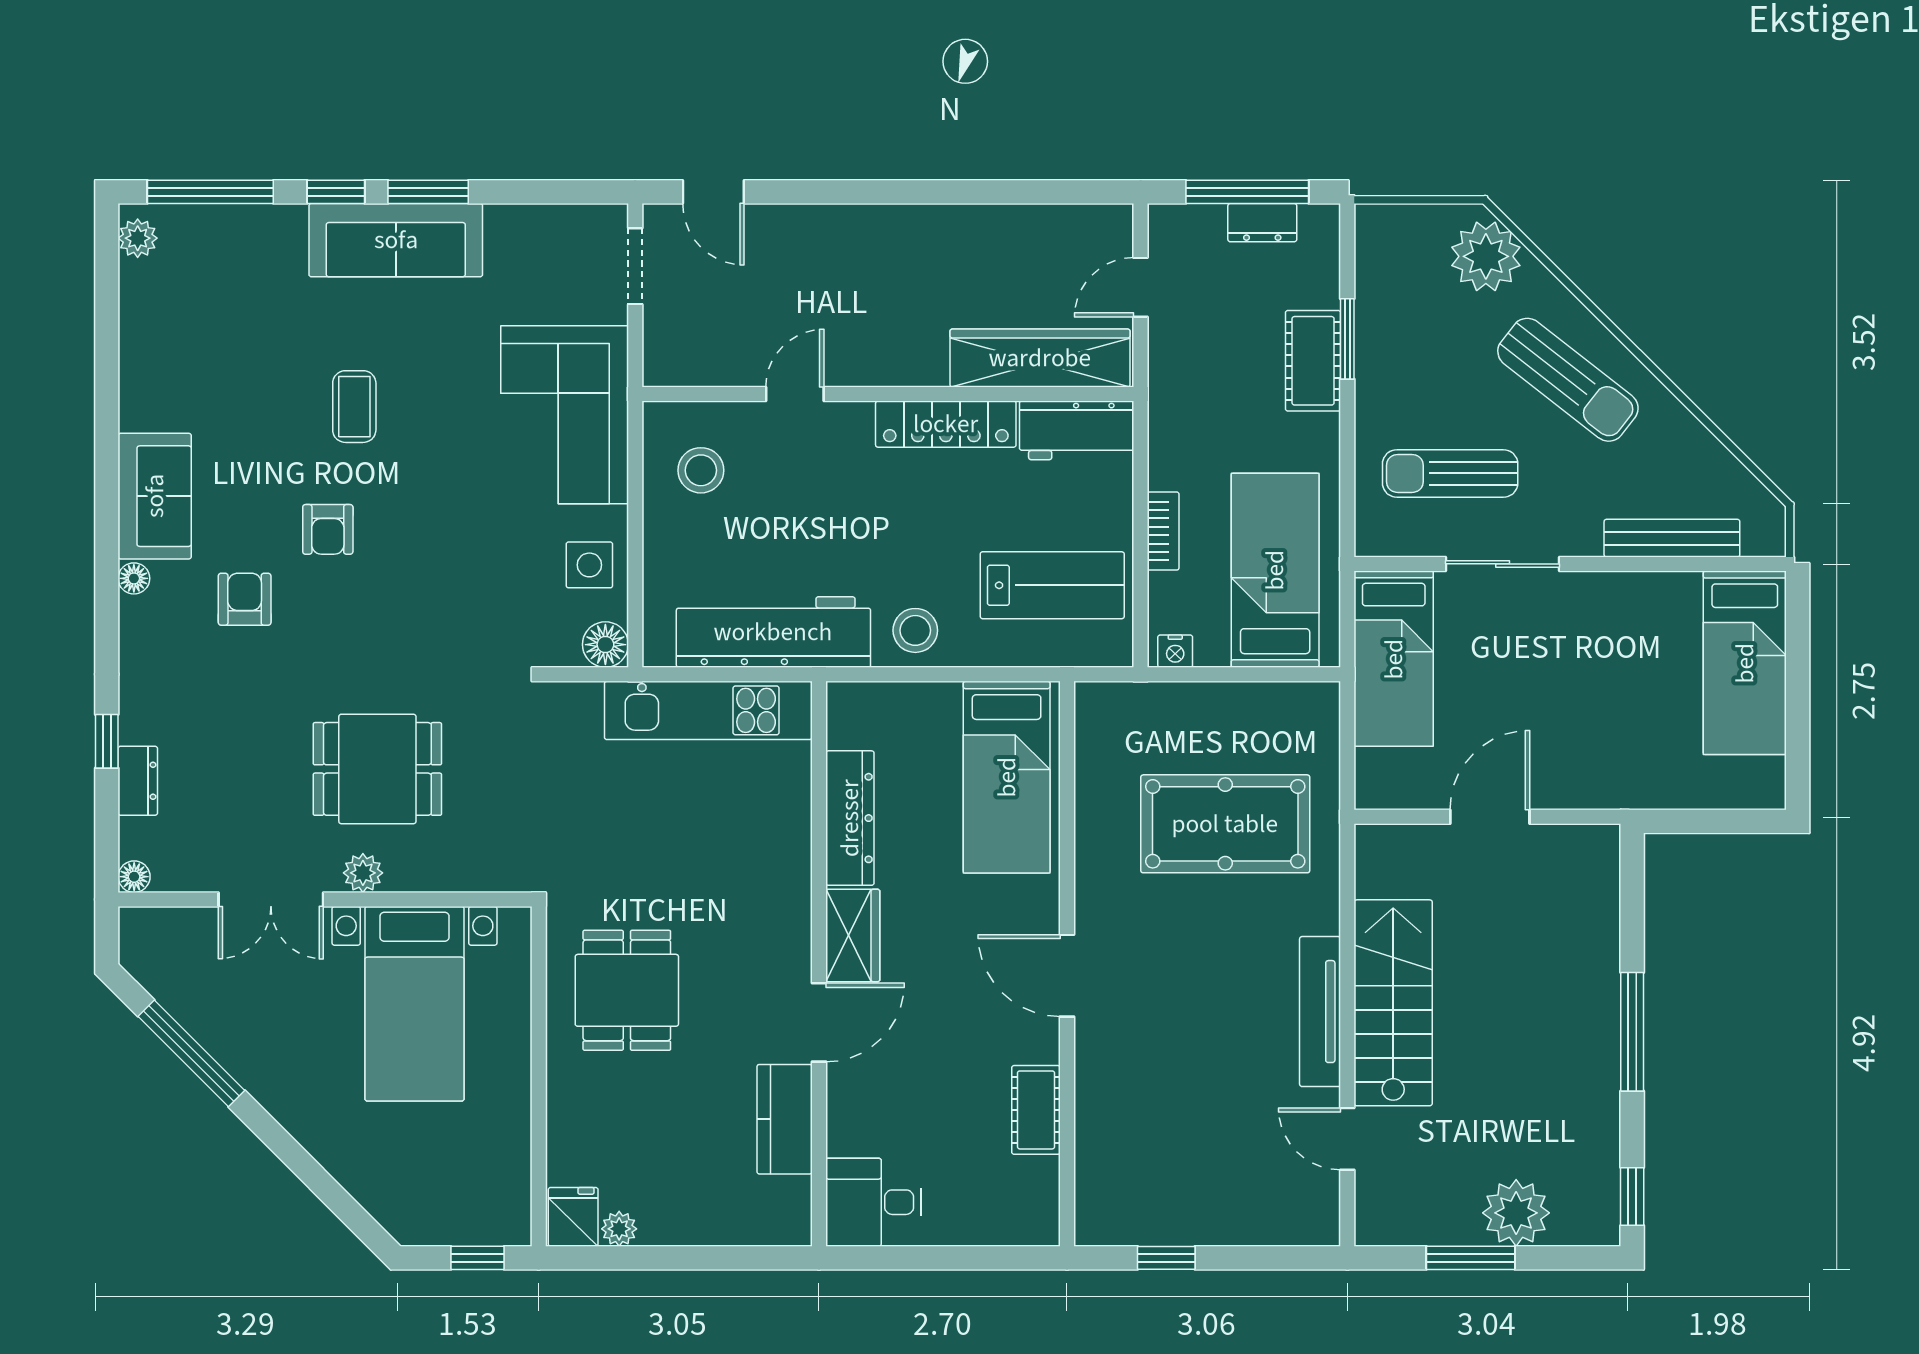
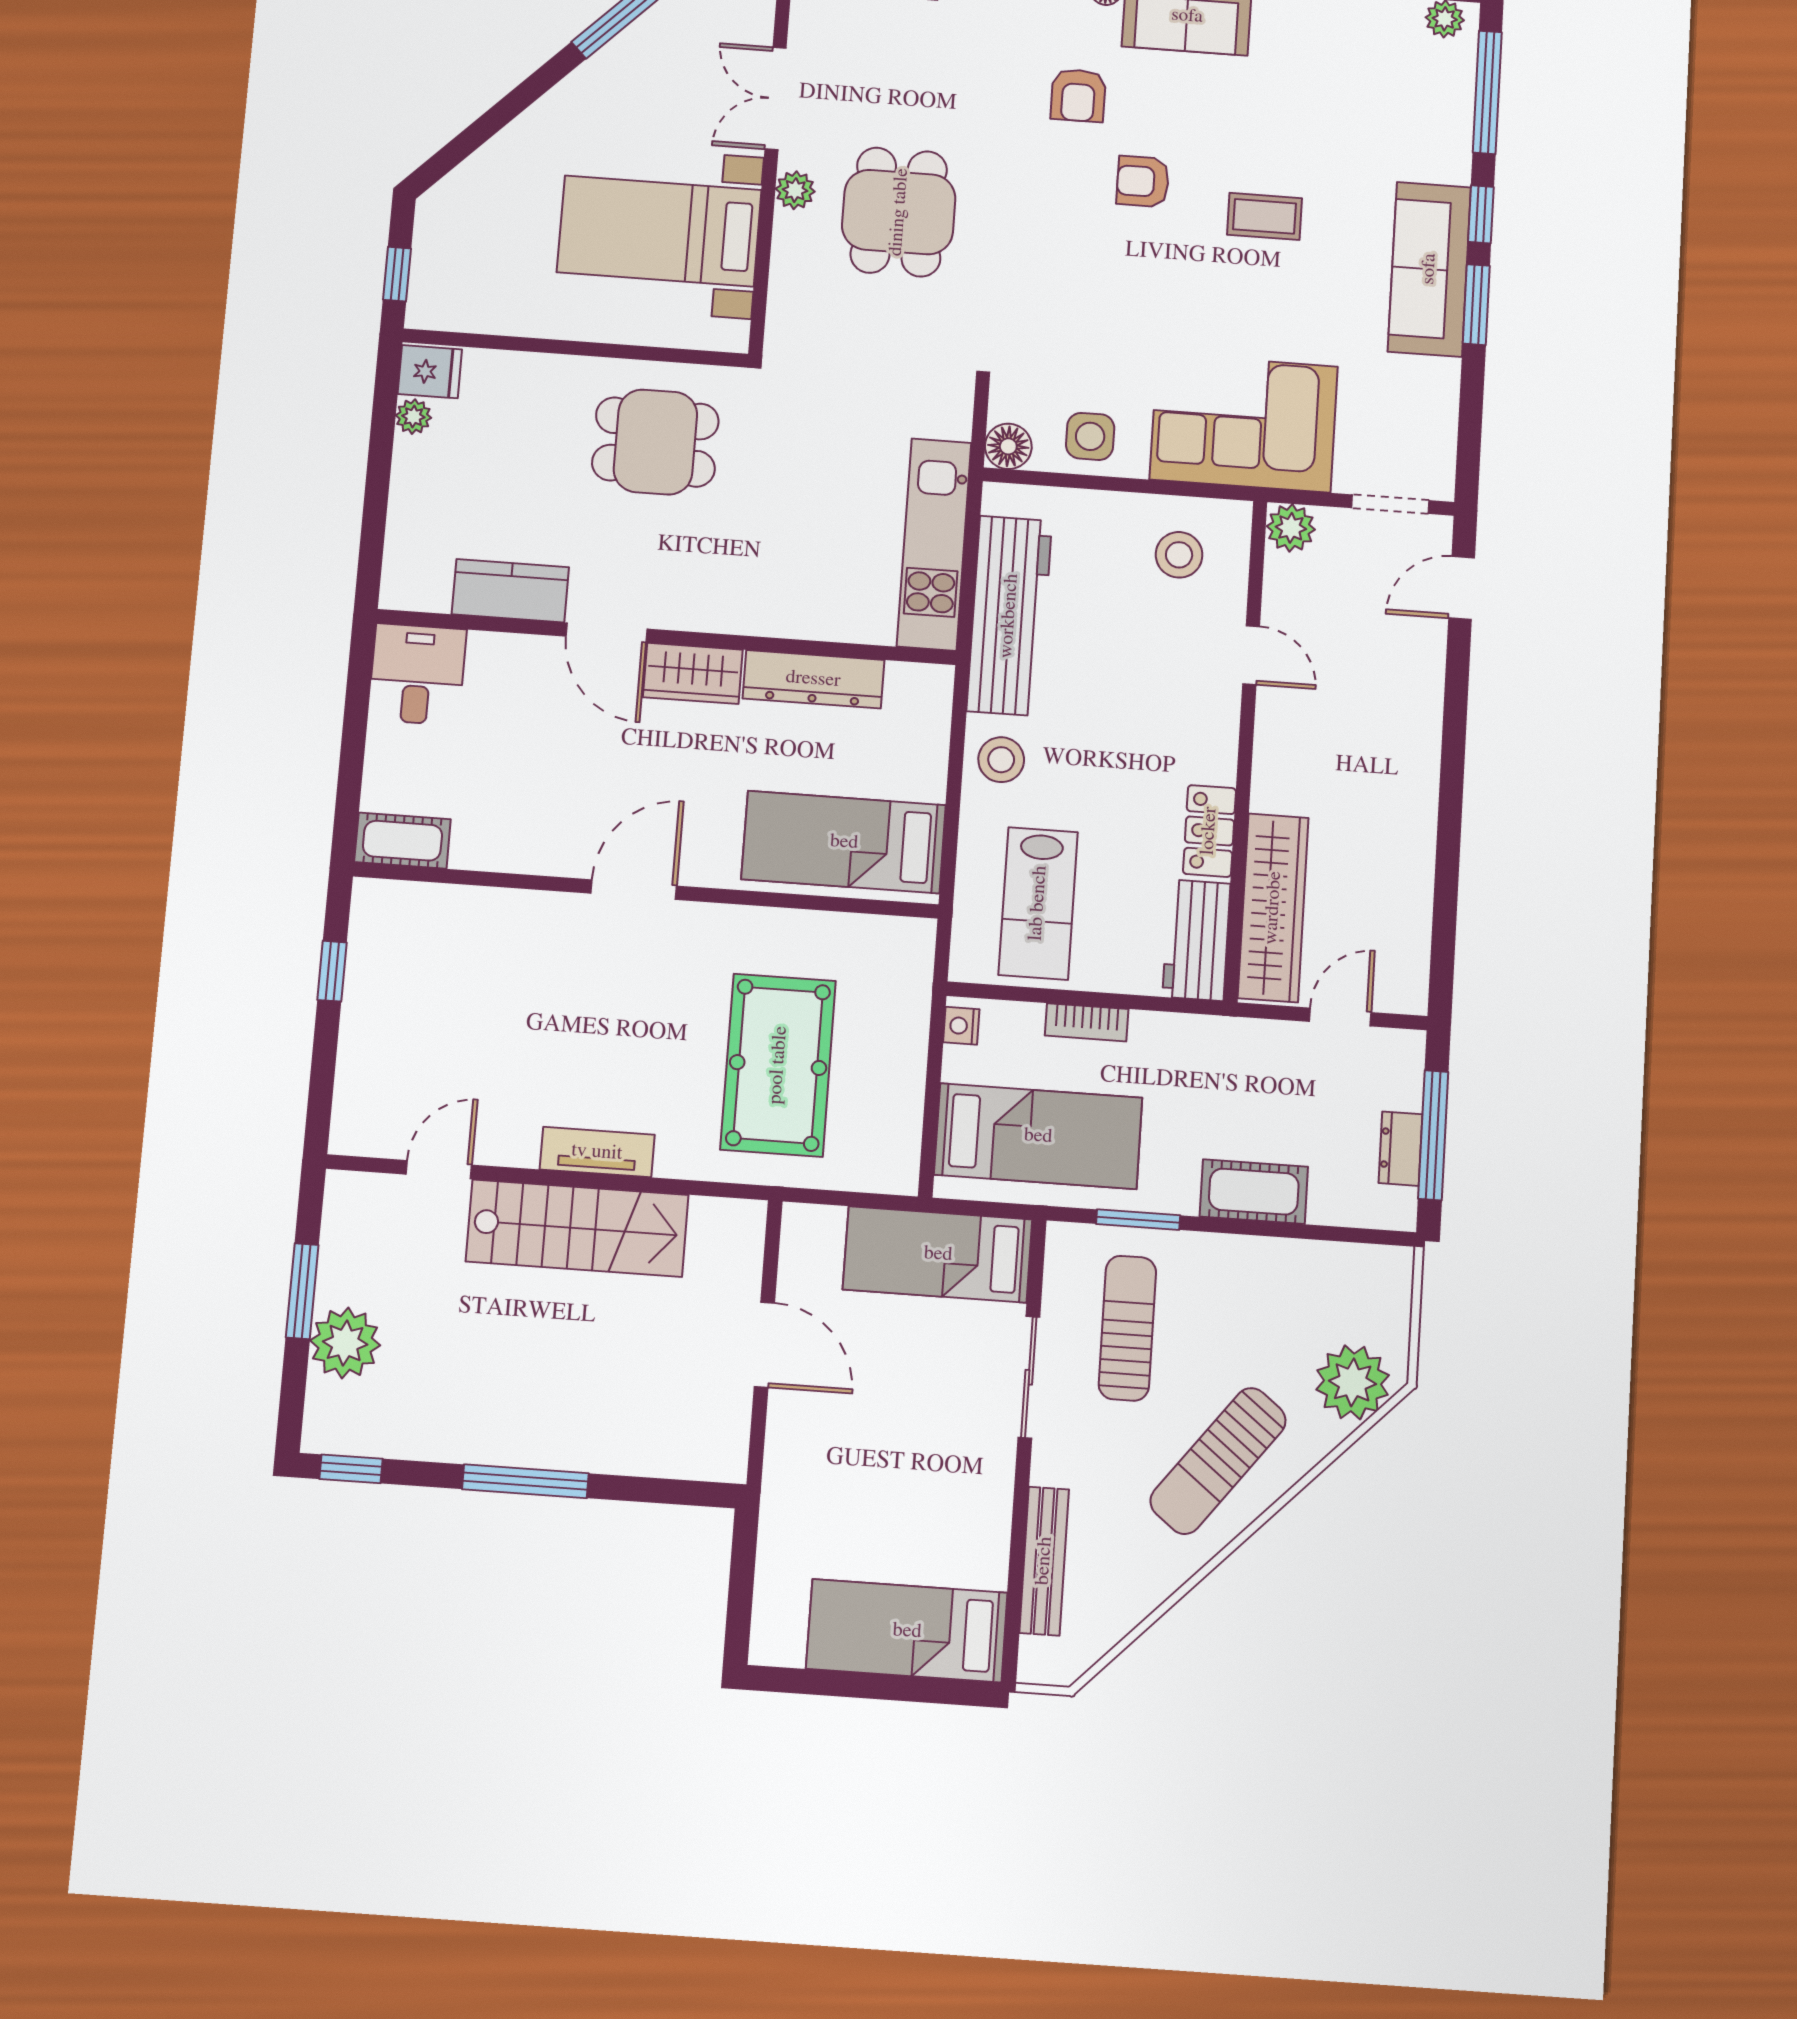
door: (1141, 287) -> (1340, 1017), hinge flipped
window: (1347, 339) -> (1138, 1220), moved
plant: (666, 362) -> (1291, 528), added
locker: (946, 424) -> (1209, 831), width x0.66
armchair: (245, 599) -> (1078, 95), turned 90
tv unit: (1320, 1012) -> (597, 1152), width x0.71
cot: (1036, 1110) -> (402, 841), moved

